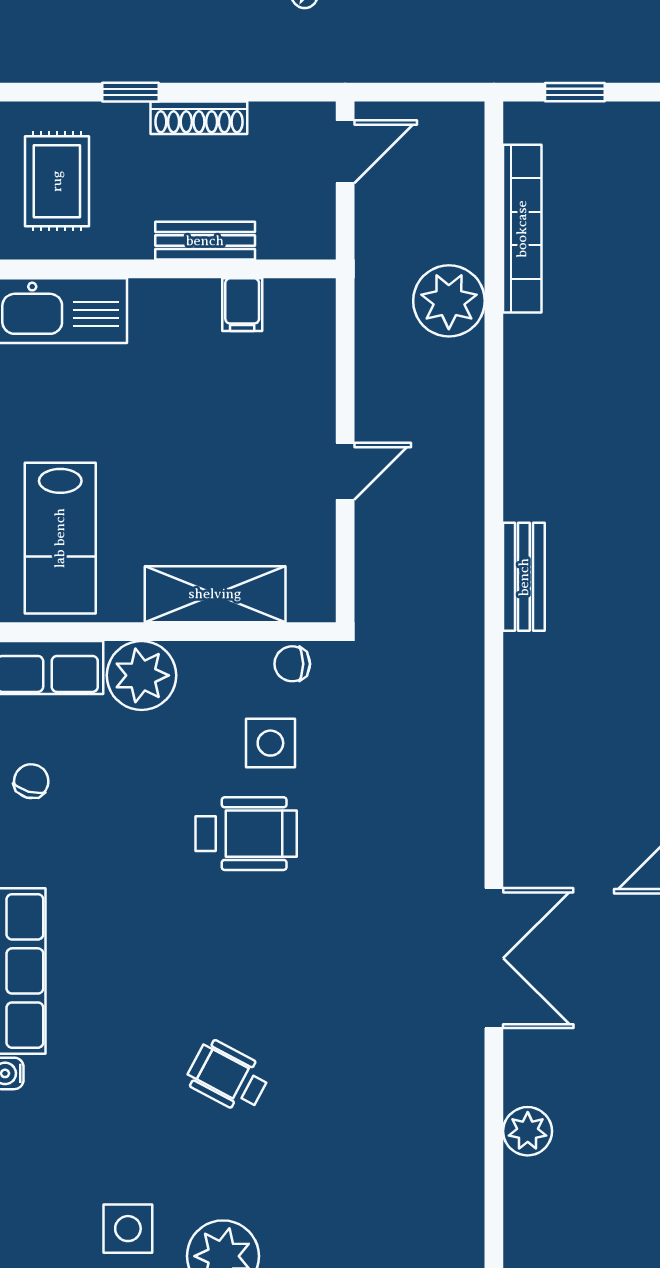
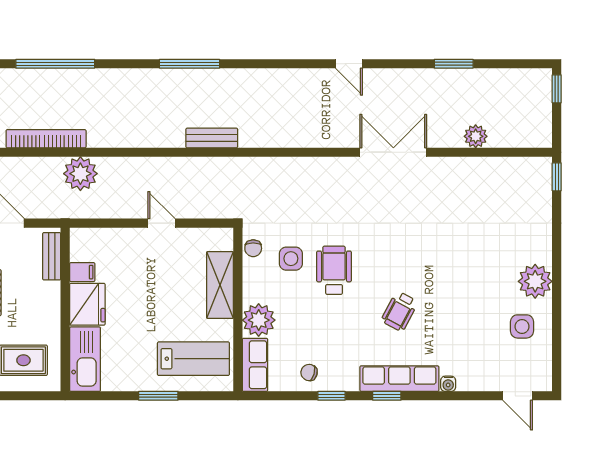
bench: (205, 241) -> (52, 256), moved
fridge: (175, 315) -> (87, 304), added
wheelchair: (228, 1077) -> (400, 311), moved

